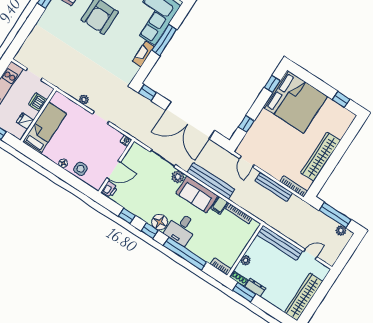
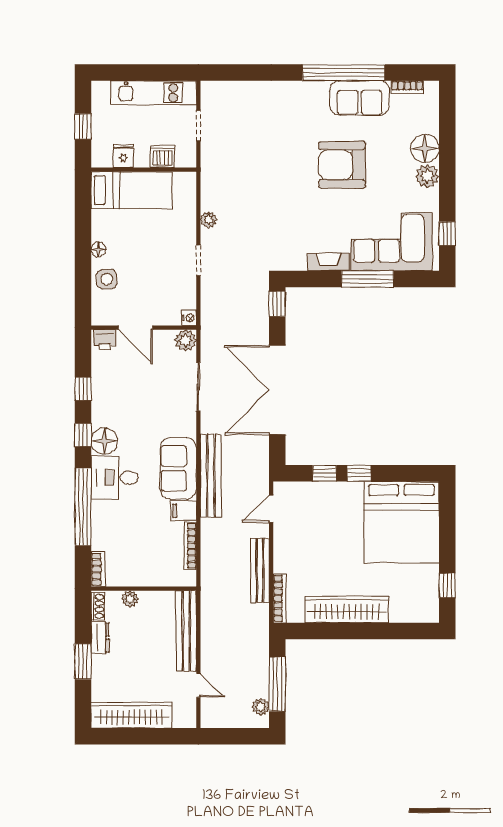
window: (272, 84) -> (359, 473), moved
plant: (178, 177) -> (186, 340), moved
window: (244, 292) -> (83, 662), moved

